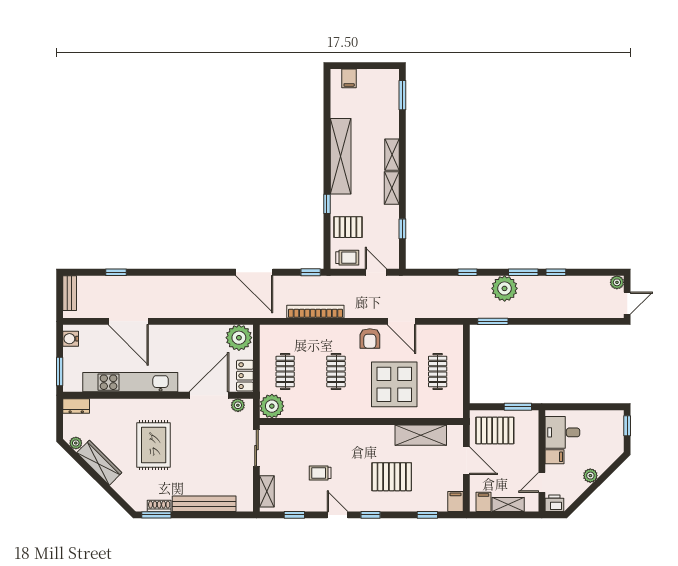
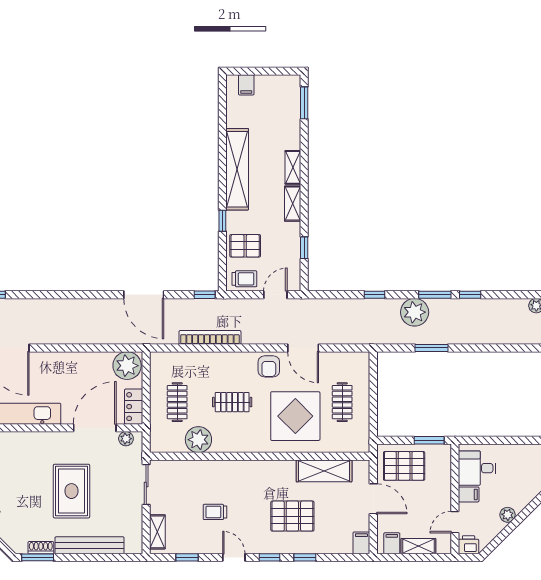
door: (376, 272) -> (275, 295), hinge flipped
window: (493, 321) -> (431, 348), moved
clothes rail: (336, 371) -> (232, 402), turned 90
plant: (272, 406) -> (198, 440), moved
rug: (154, 445) -> (71, 491), moved
window: (427, 515) -> (305, 557), moved

